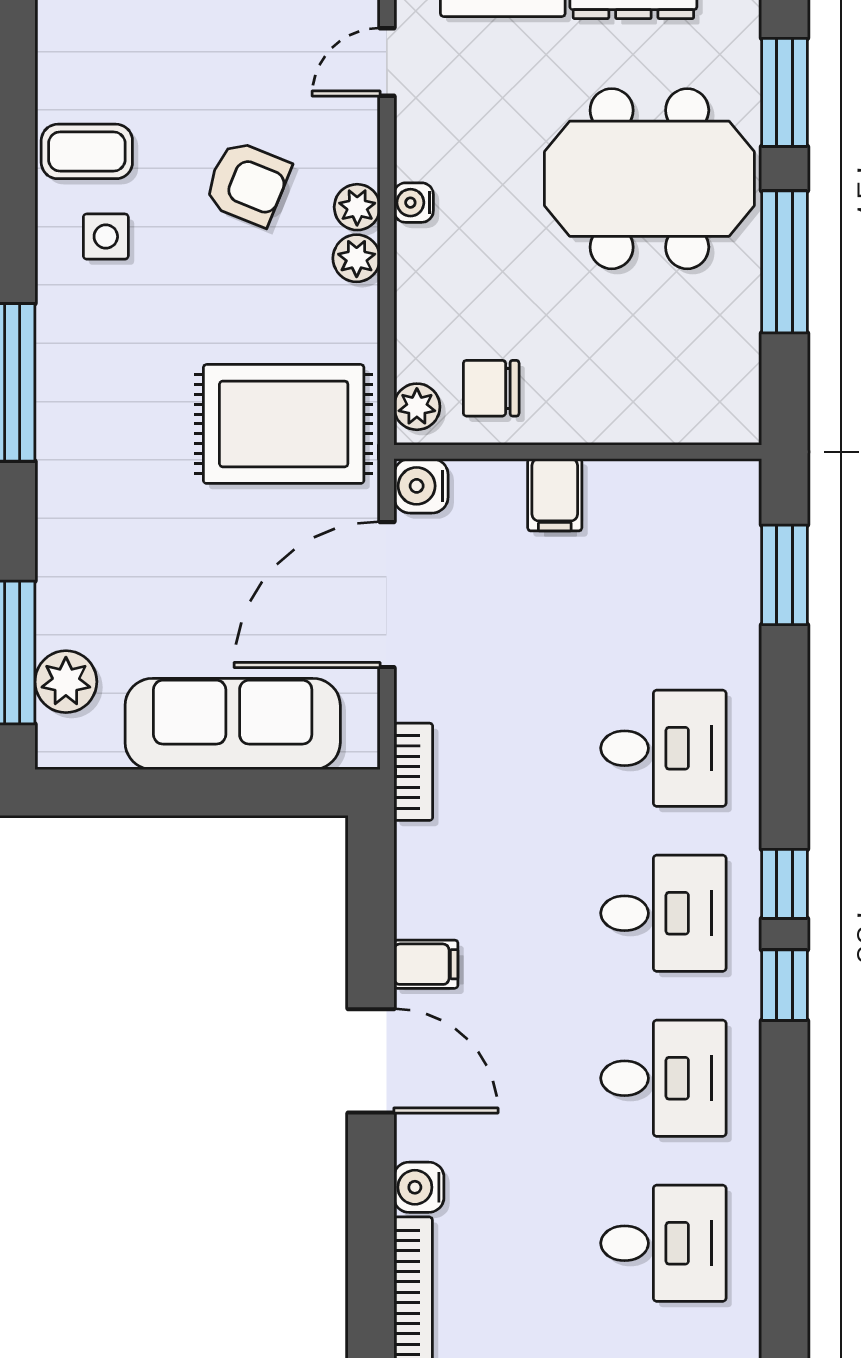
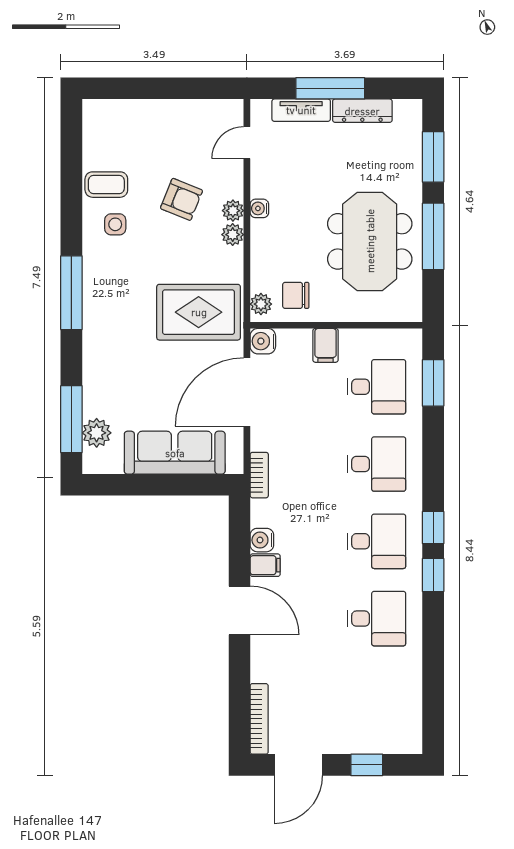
meeting table: (649, 179) -> (370, 241), moved, turned 90
water cooler: (419, 1187) -> (262, 540), moved
desk: (663, 1243) -> (376, 387), moved

